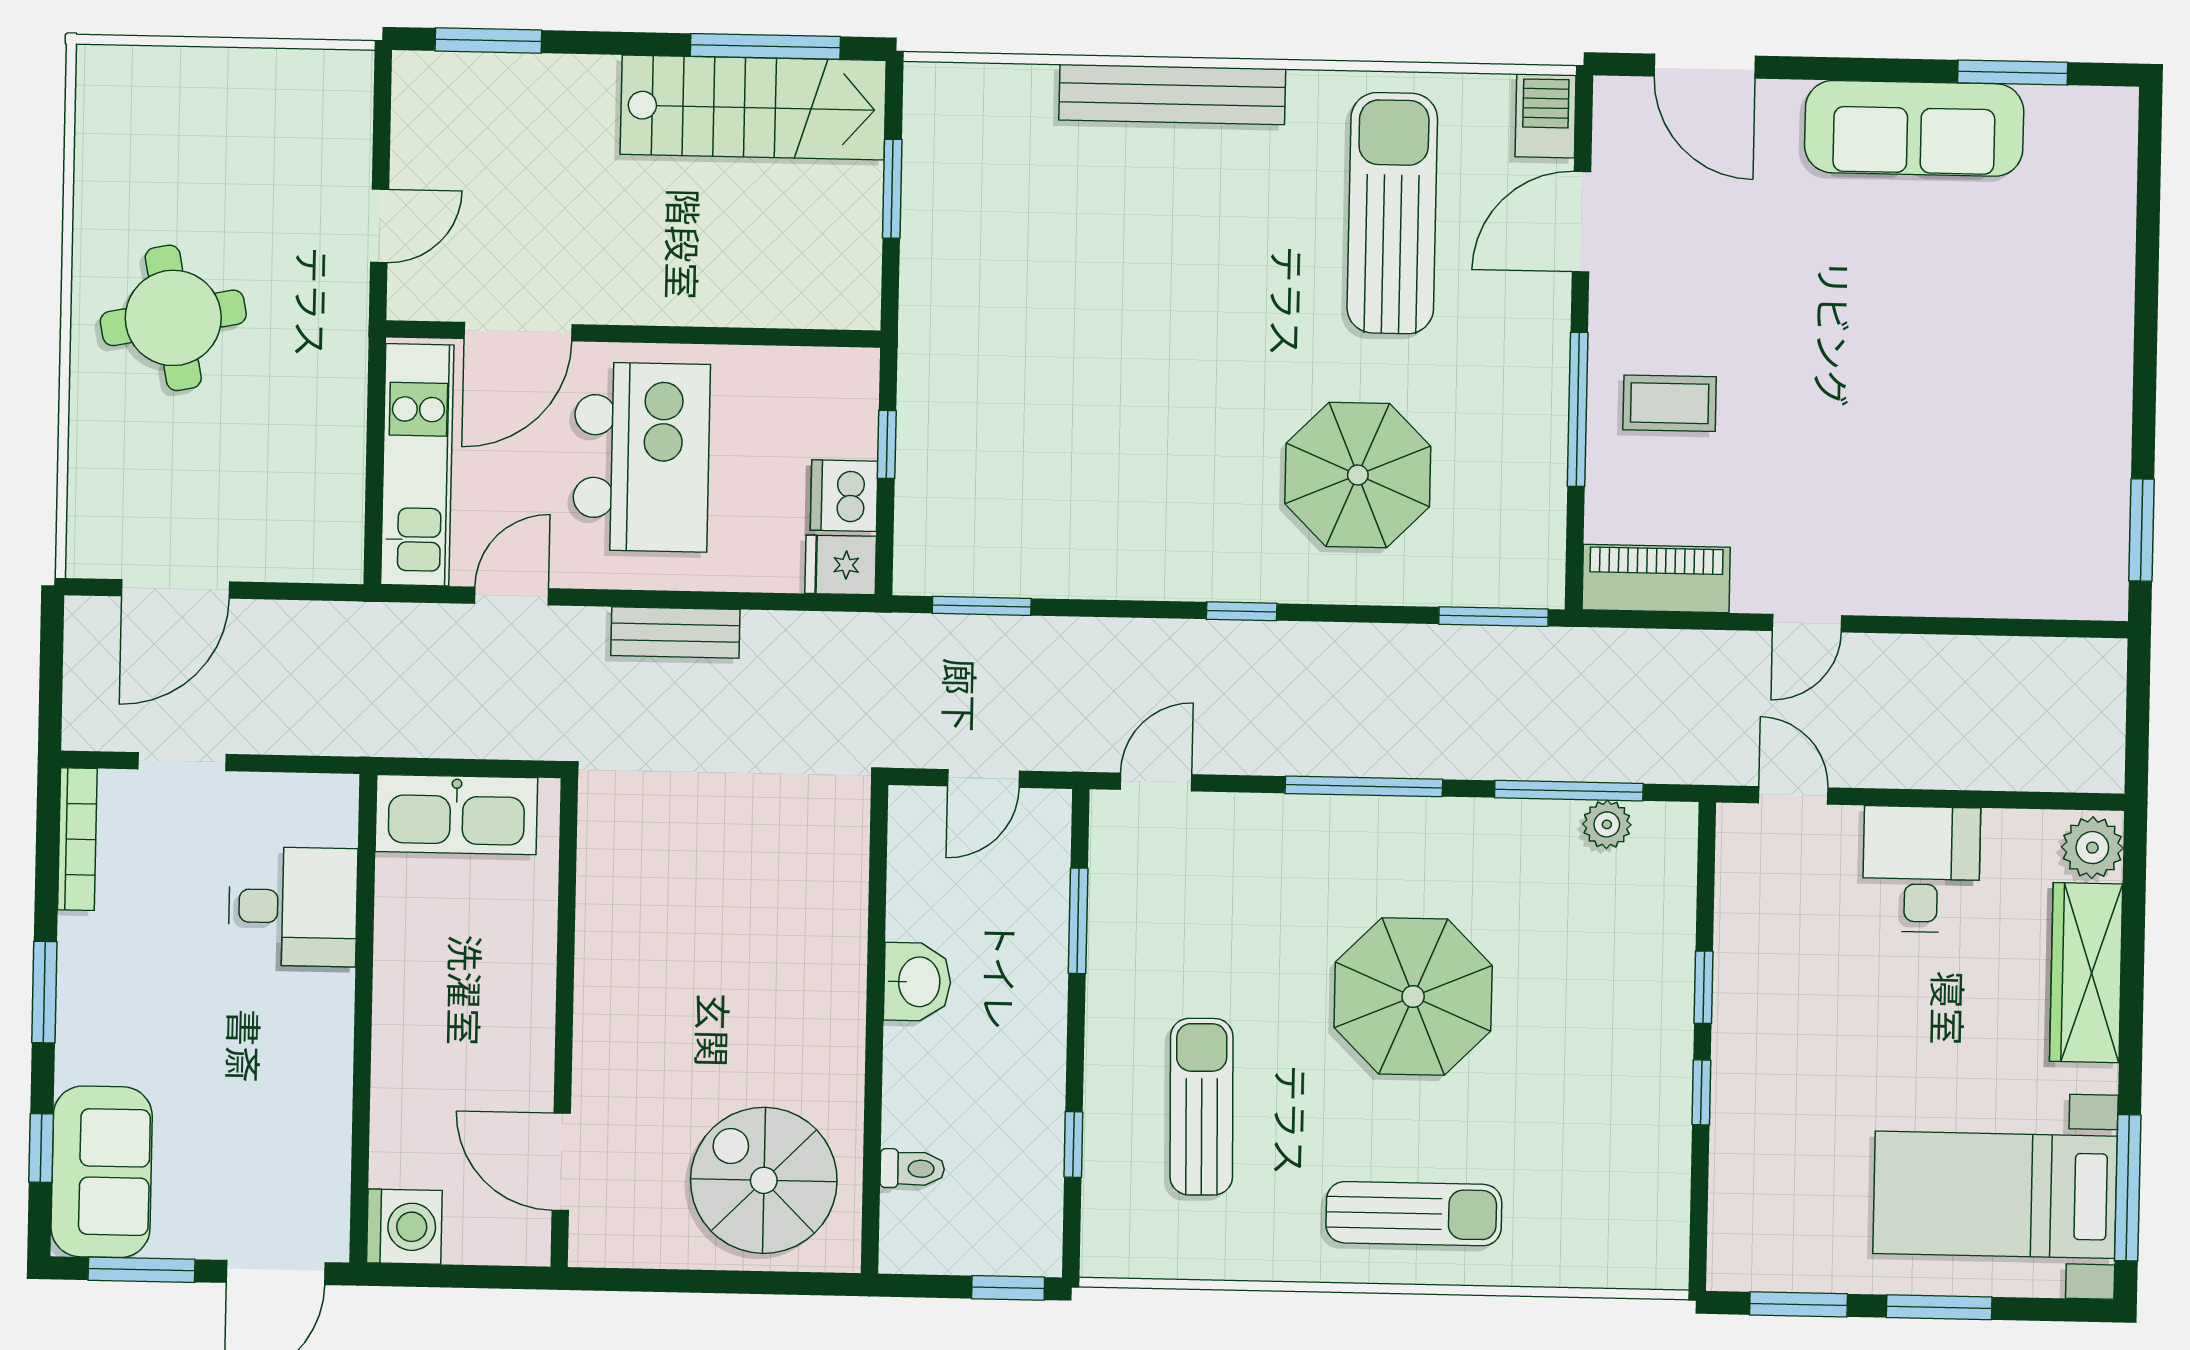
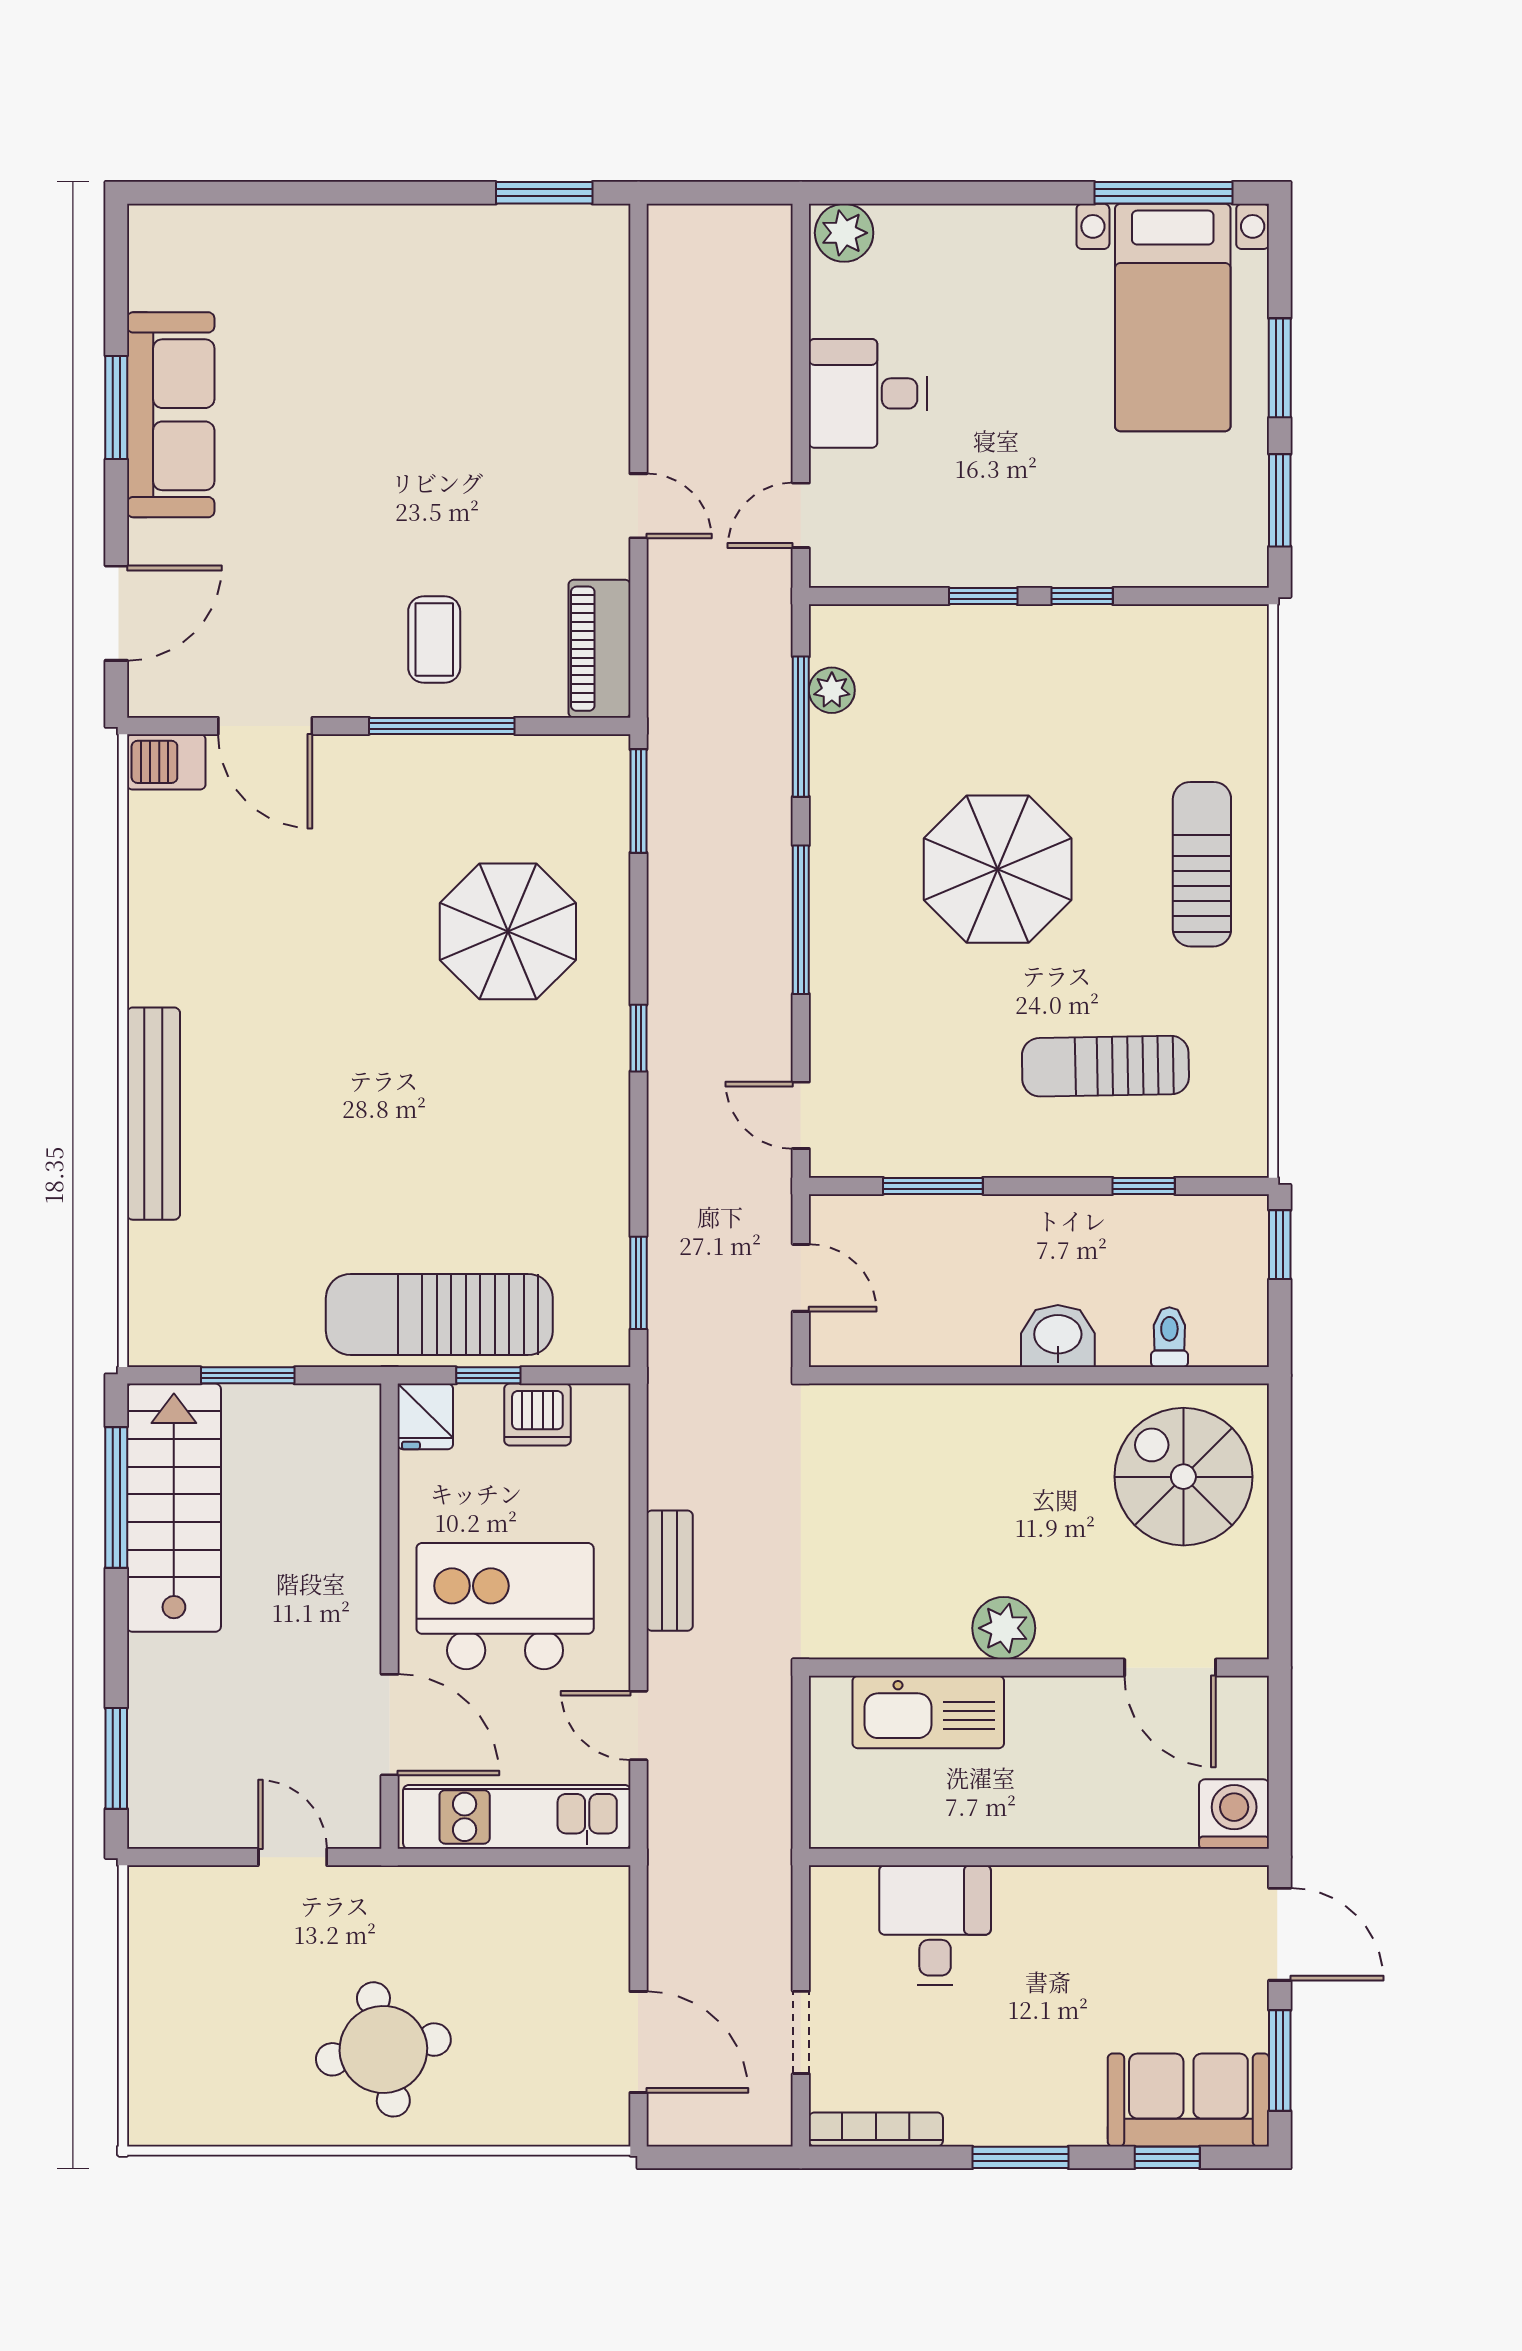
window: (2013, 73) -> (116, 408), moved
sun lounger: (1392, 213) -> (439, 1314), moved
fridge: (841, 565) -> (425, 1416), moved
kitchen sink: (456, 815) -> (928, 1712), moved, turned 90
wardrobe: (2086, 973) -> (962, 236), removed
washbasin: (917, 982) -> (1058, 1336), moved
plant: (607, 986) -> (1004, 1628), added
door: (561, 1162) -> (1170, 1668), hinge flipped
spiral stairs: (764, 1180) -> (1183, 1477), turned 90

